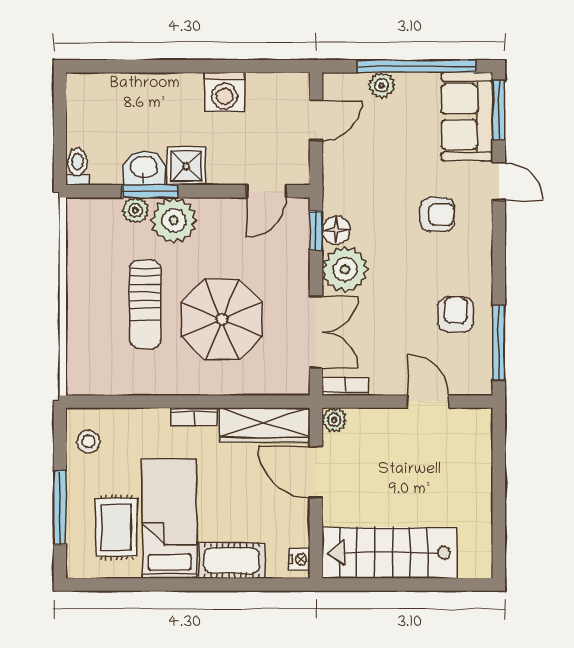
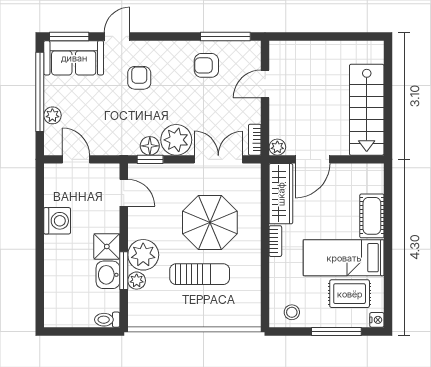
nightstand: (299, 559) -> (377, 320), moved, turned 90

